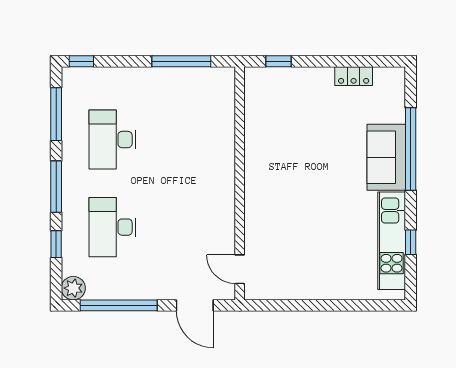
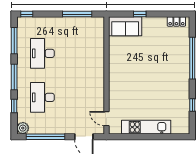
window: (279, 61) -> (140, 14), moved
locker: (354, 76) -> (176, 21), moved
sofa: (386, 157) -> (125, 26), moved, turned -90
kitchen unit: (392, 241) -> (146, 127), moved, turned 90

